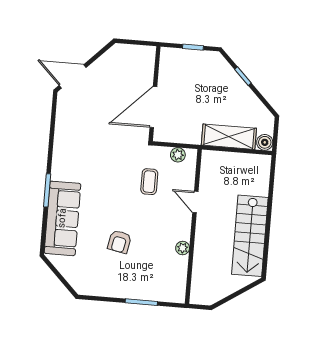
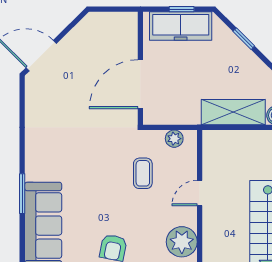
freezer: (191, 61) -> (181, 26), added
door: (195, 202) -> (200, 193), hinge flipped
plant: (183, 248) -> (182, 242), width x1.88, depth x1.88

